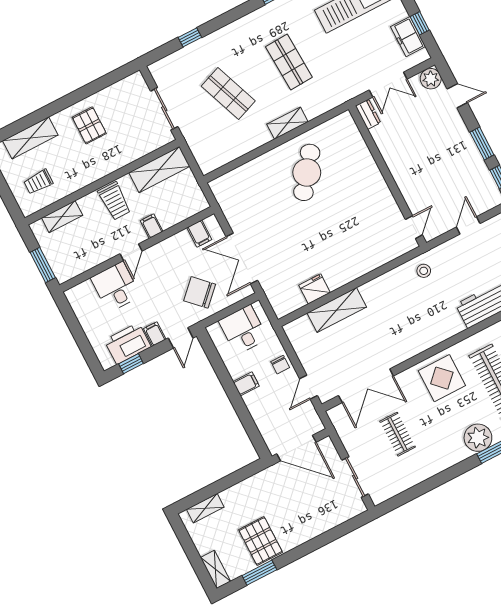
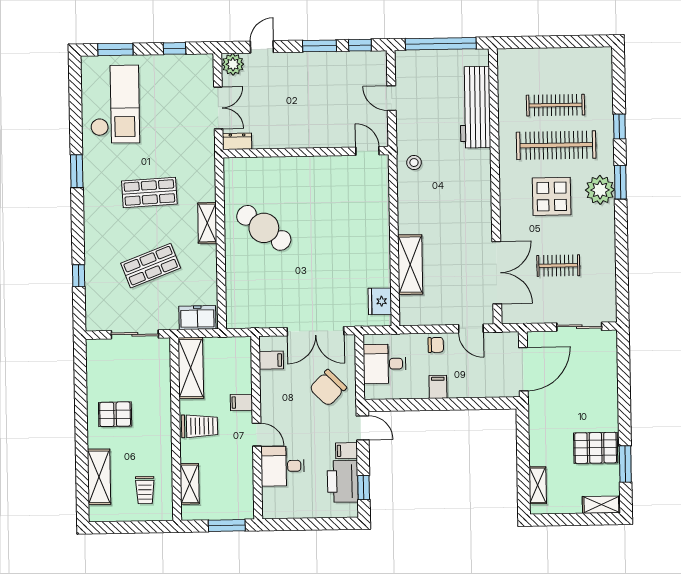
freezer: (408, 37) -> (197, 318), moved, turned 180
fridge: (314, 289) -> (380, 301), moved
display table: (442, 378) -> (552, 196), moved

